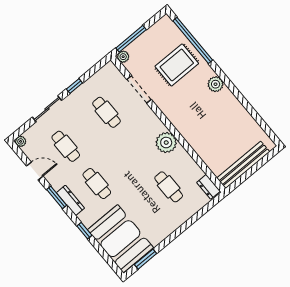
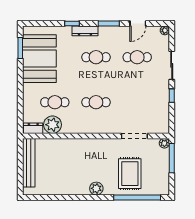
cafe table: (107, 112) -> (96, 102), moved
plant: (166, 143) -> (53, 125), moved
dresser: (70, 200) -> (85, 31), moved
booth: (120, 239) -> (39, 59), moved, turned 90

